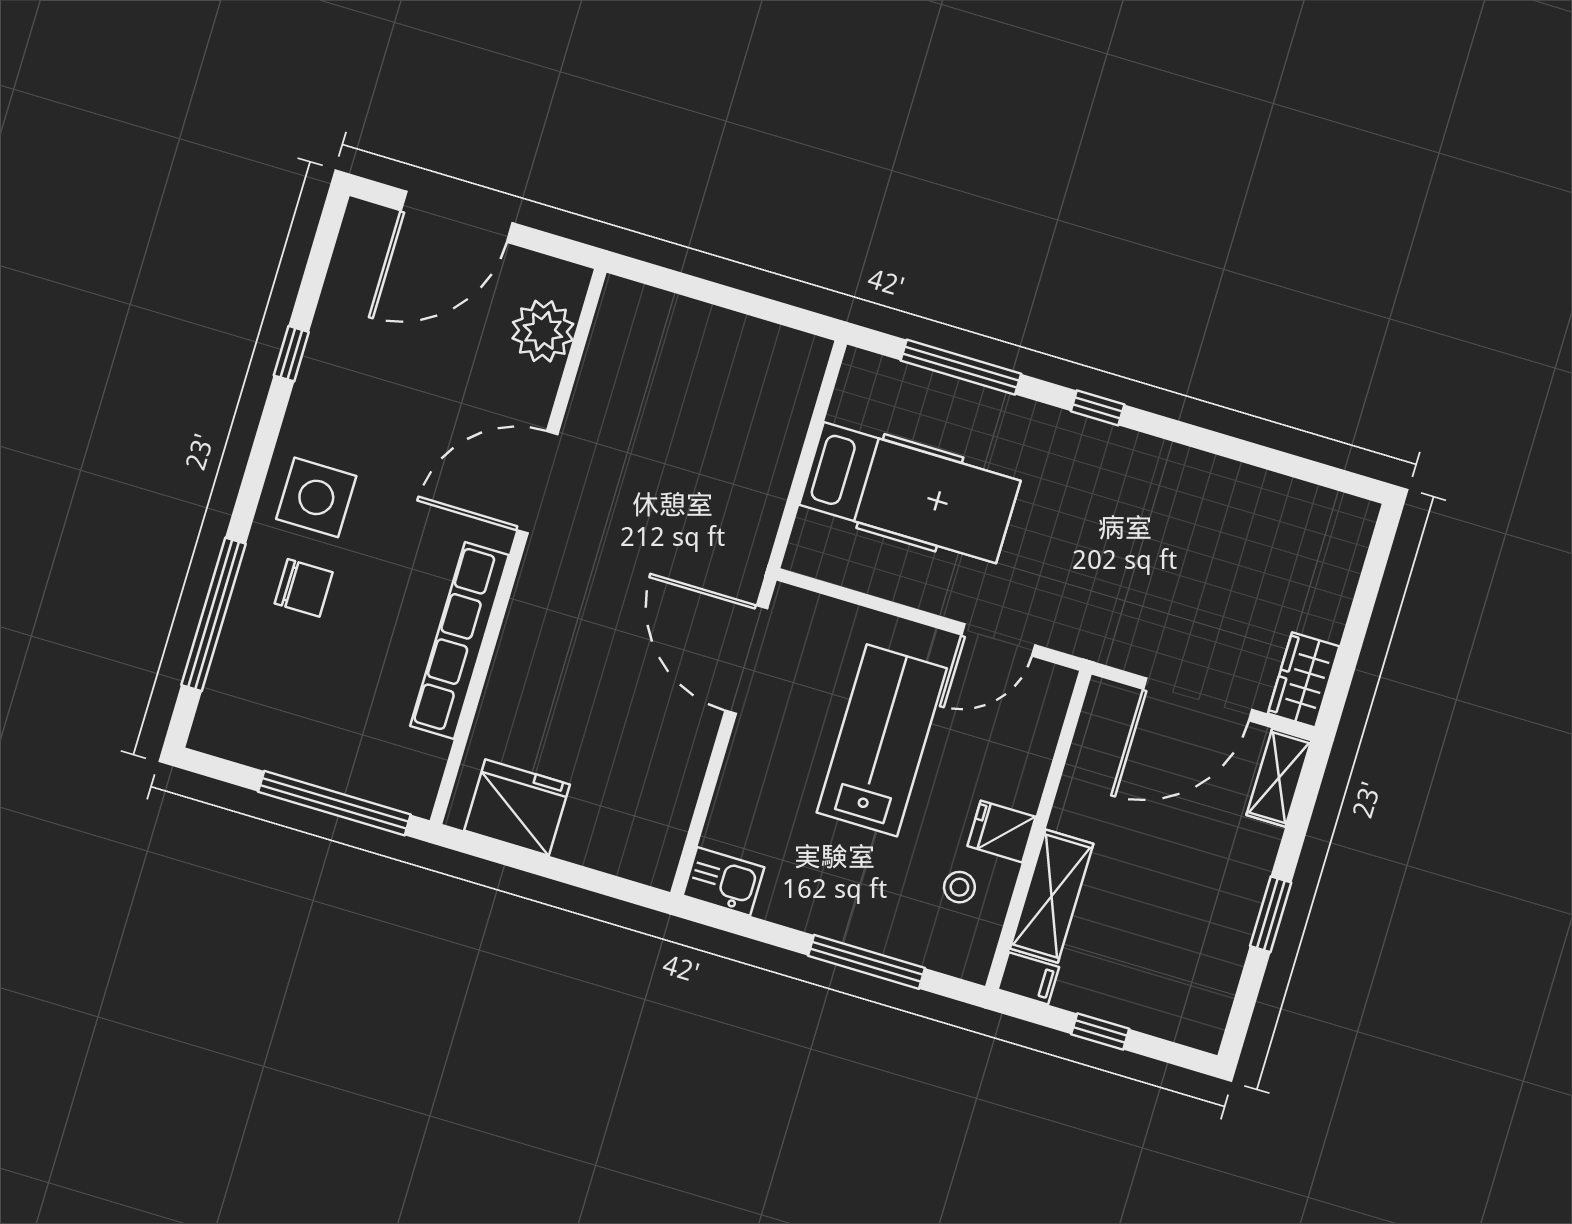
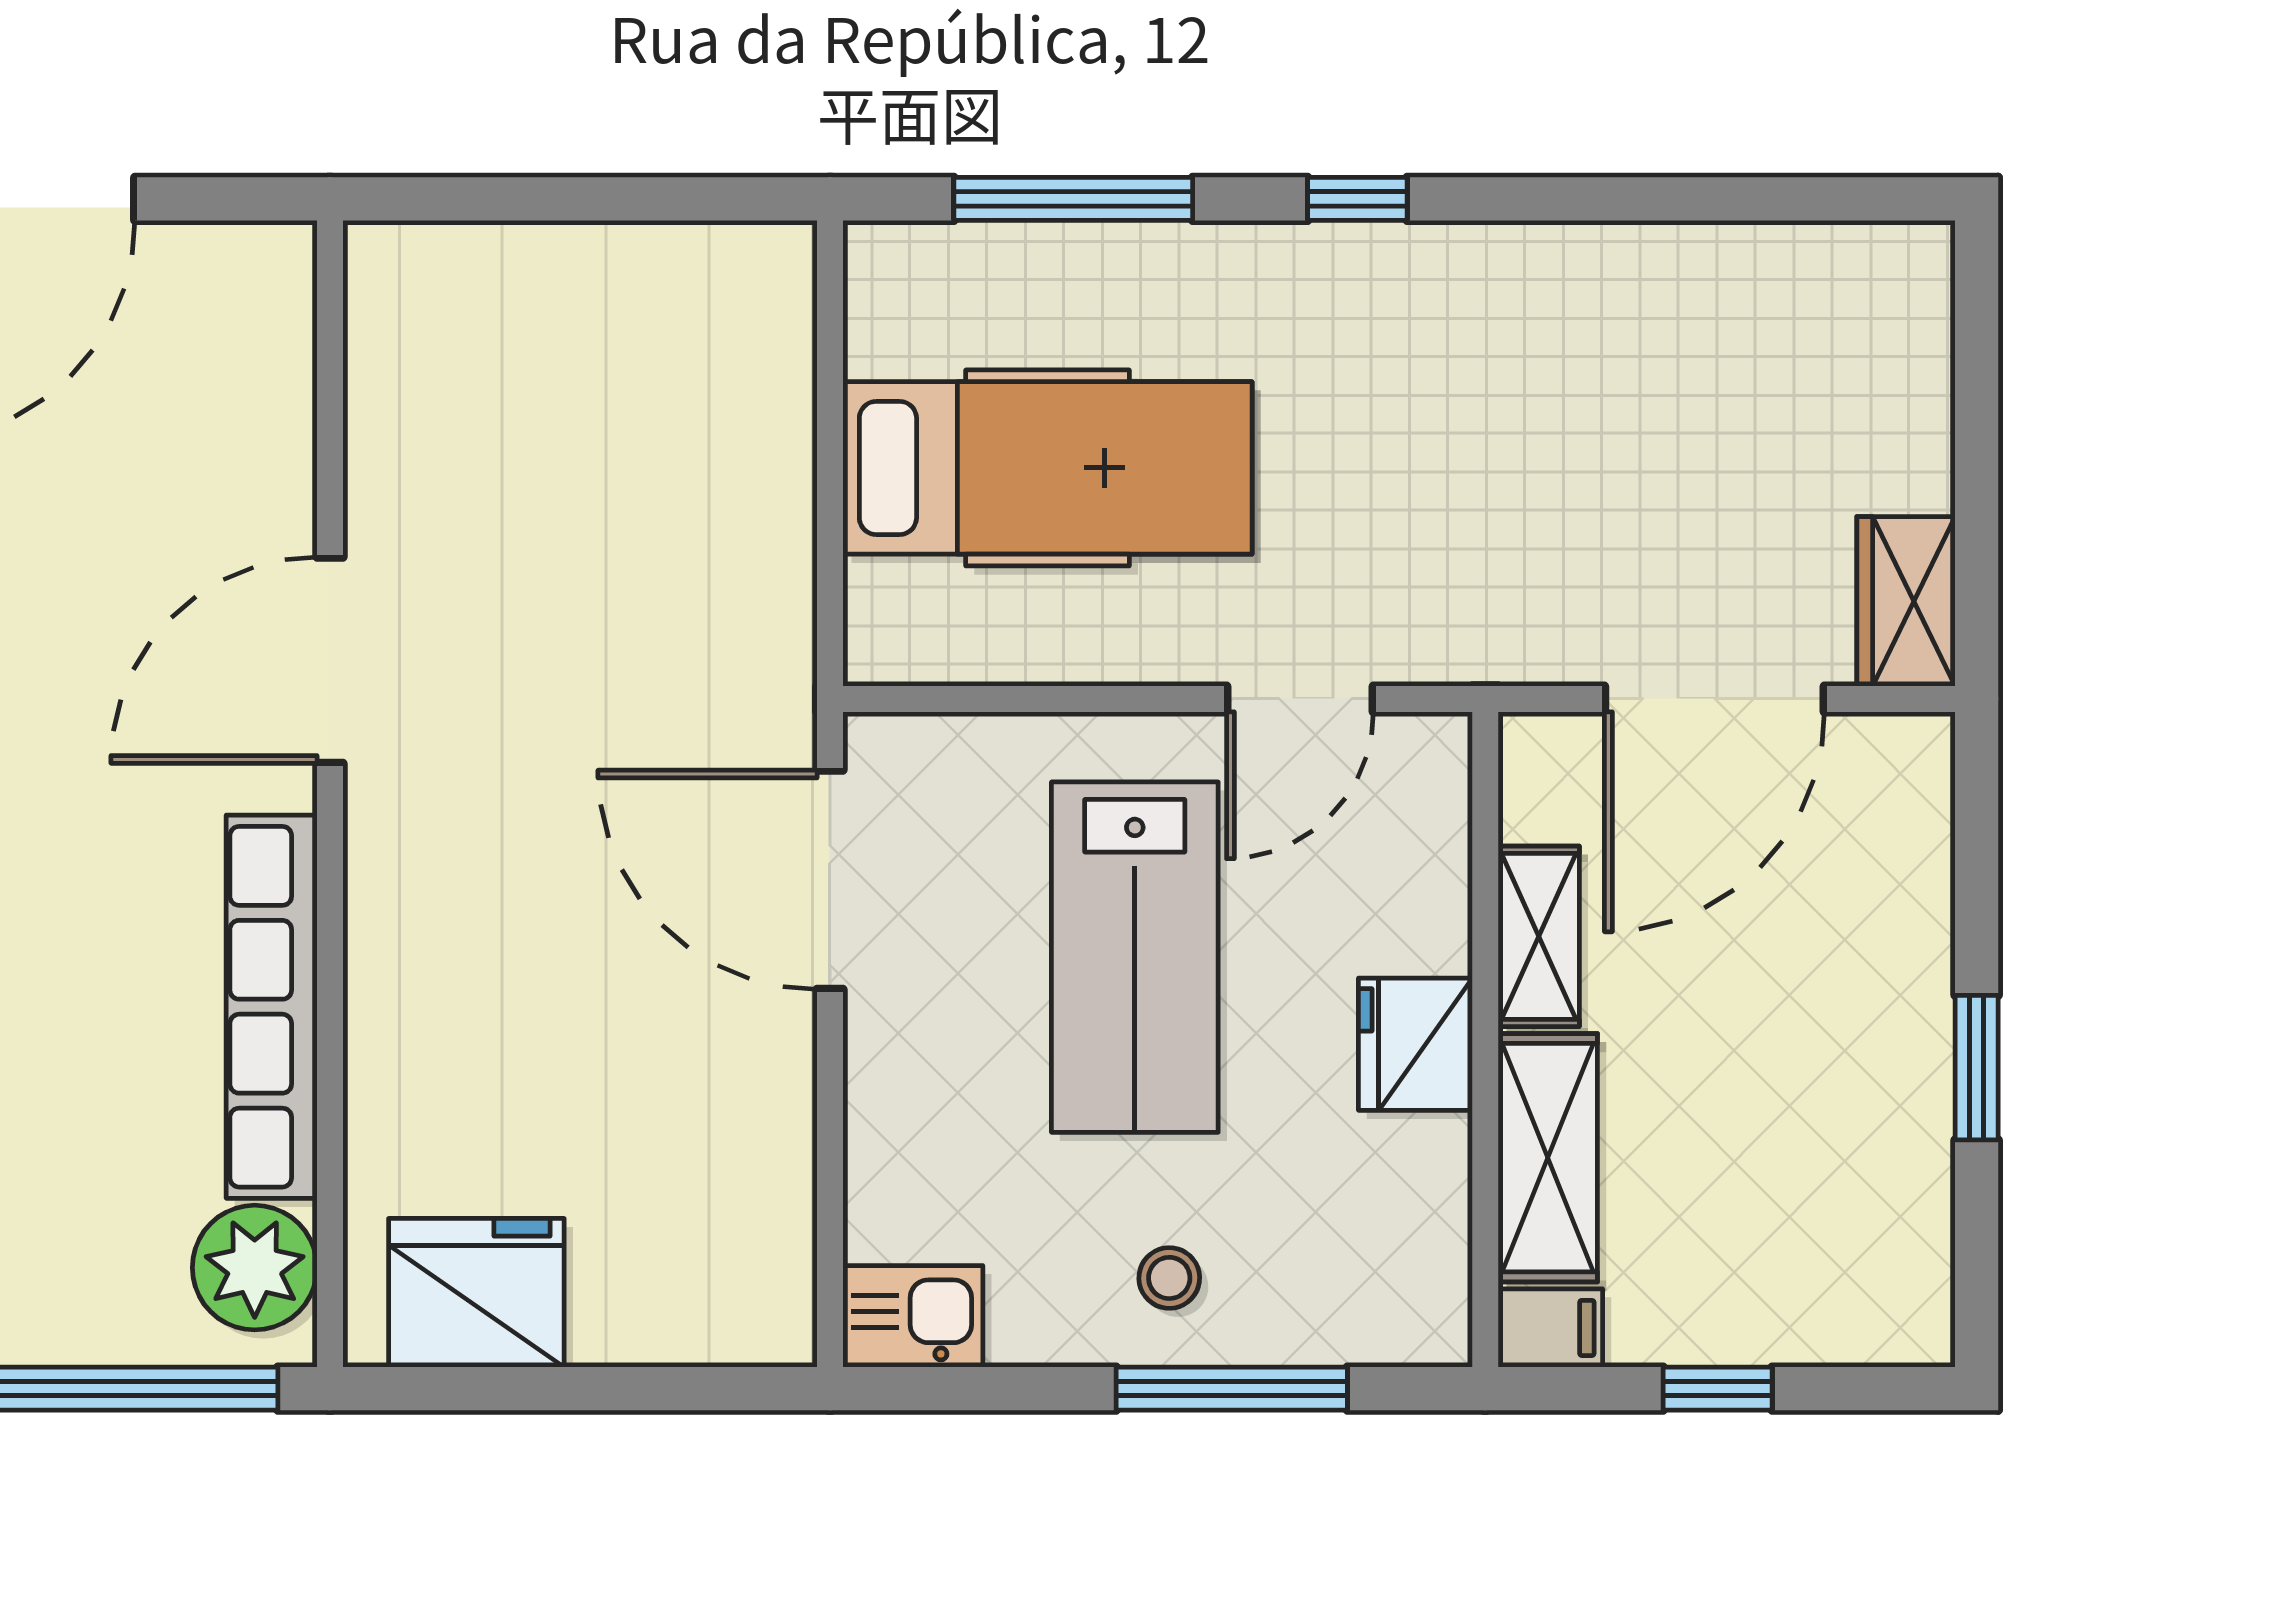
plant: (543, 331) -> (255, 1268), moved
lab bench: (882, 740) -> (1135, 957), turned 180
shelving: (1279, 778) -> (1539, 936), moved
fridge: (1002, 831) -> (1415, 1044), width x1.38
stool: (959, 887) -> (1169, 1278), moved

